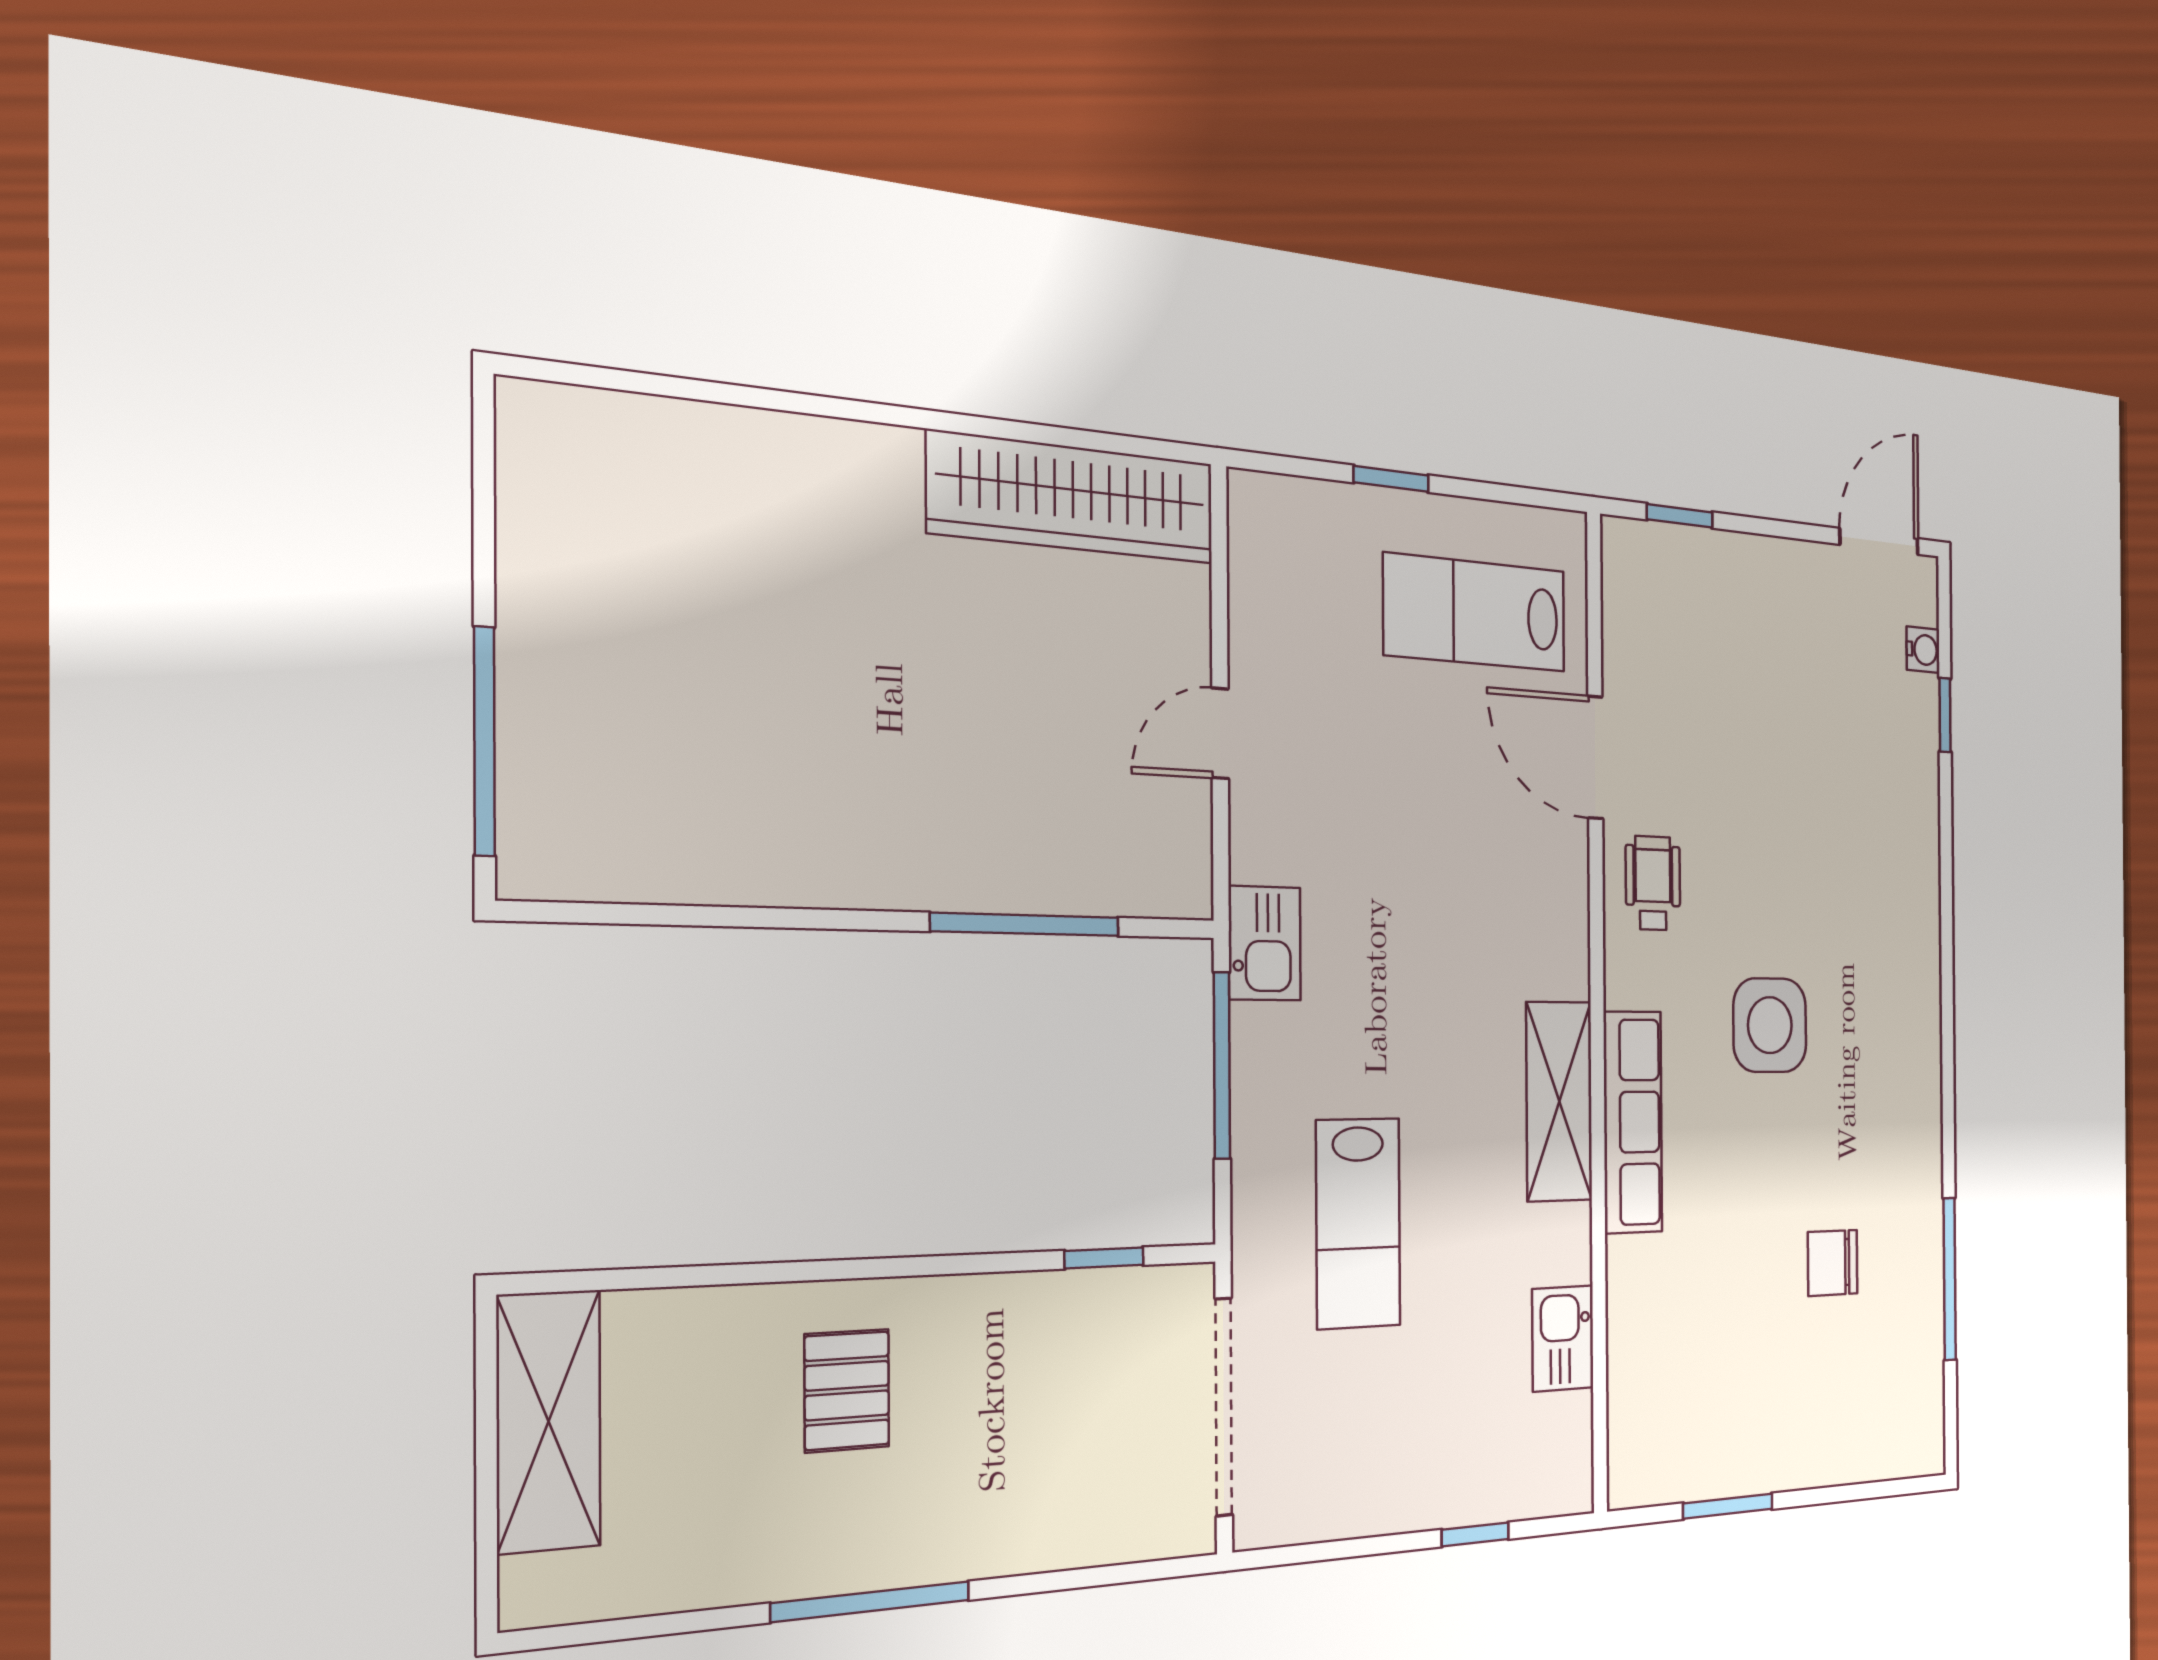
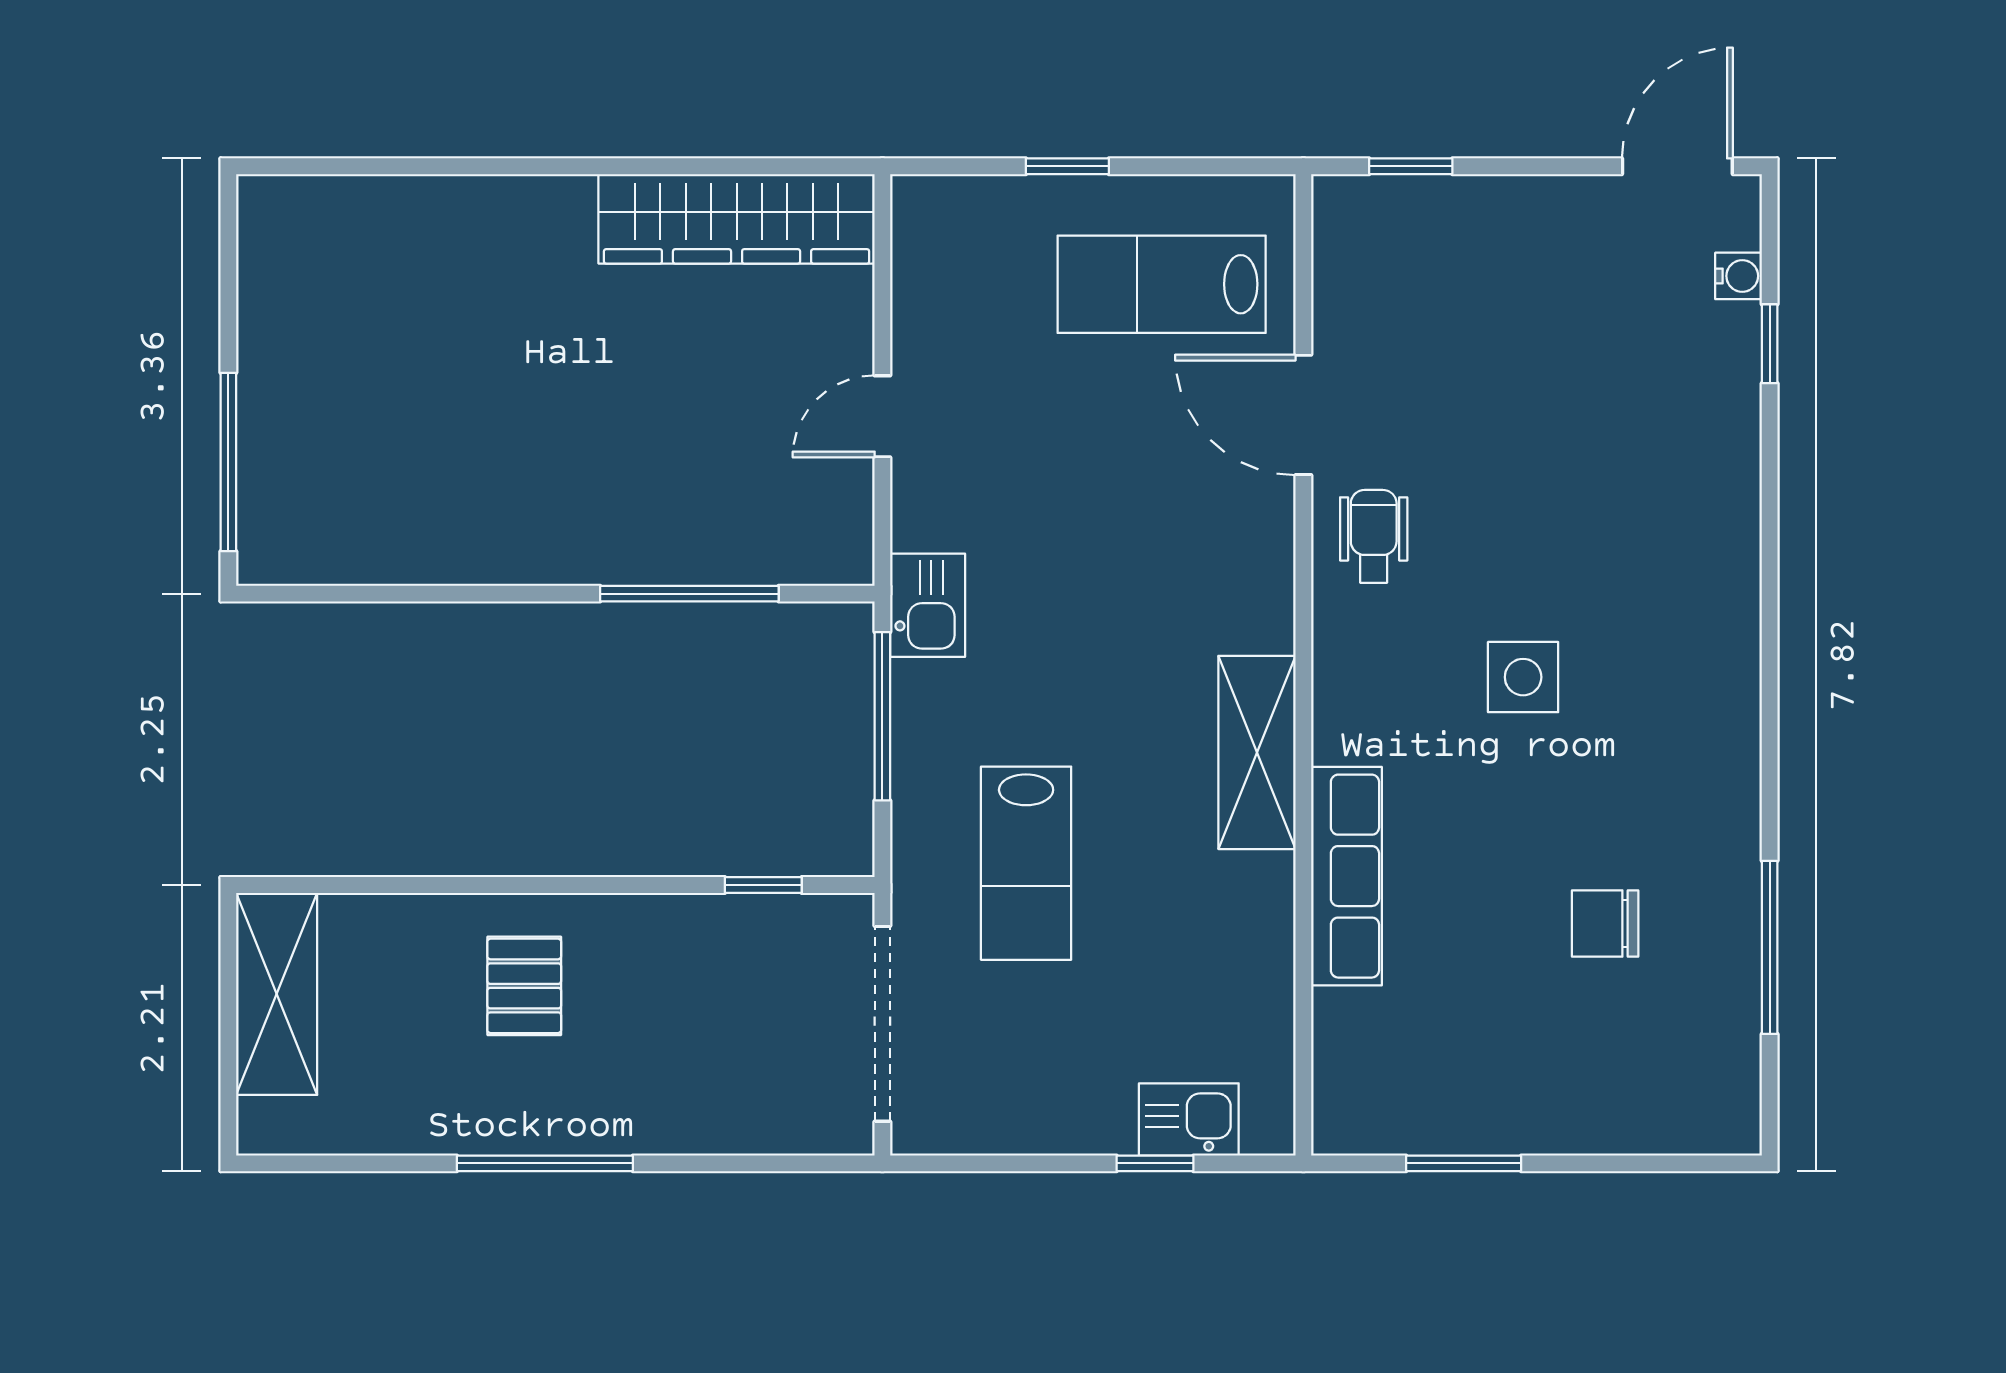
side table: (1770, 1025) -> (1523, 677), width x0.73, depth x0.73
row of seats: (1633, 1122) -> (1346, 876), moved
kitchen sink: (1563, 1338) -> (1189, 1119), moved, turned 90

